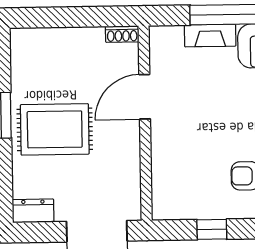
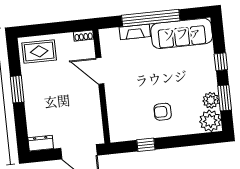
door: (145, 97) -> (100, 71), hinge flipped
rug: (55, 129) -> (39, 51), moved, width x0.73, depth x0.70

